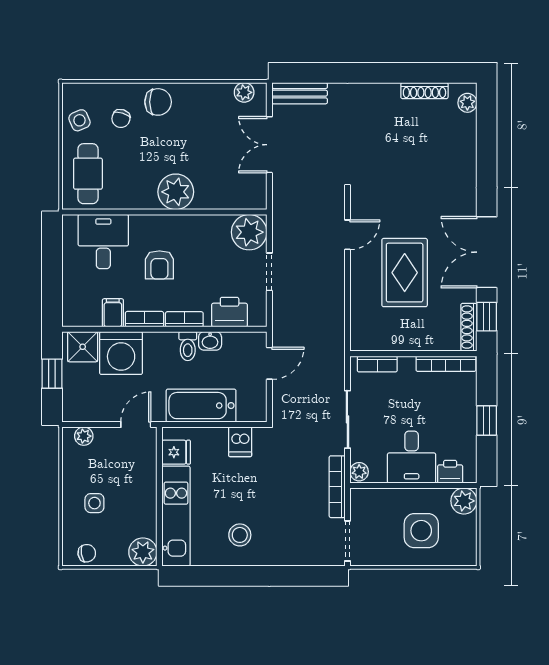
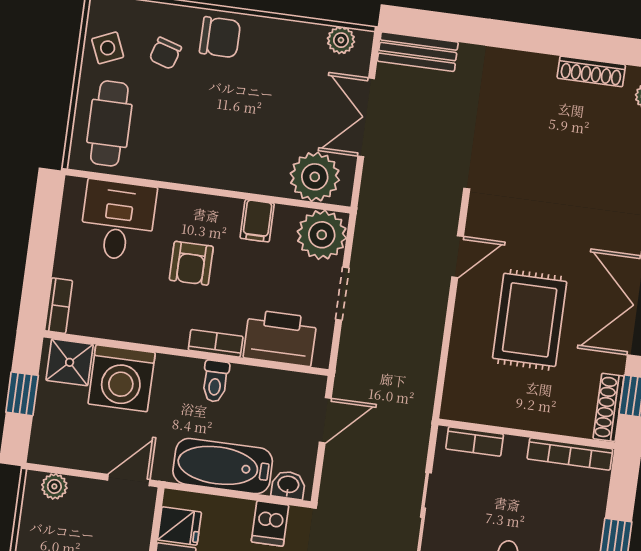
plant: (176, 192) -> (315, 177), moved
printer: (230, 312) -> (280, 338), width x1.37, depth x1.19
filing cabinet: (113, 313) -> (257, 221), moved, turned 180
bookcase: (144, 319) -> (59, 306), moved, turned 90
washbasin: (210, 341) -> (288, 485), moved, turned 180

